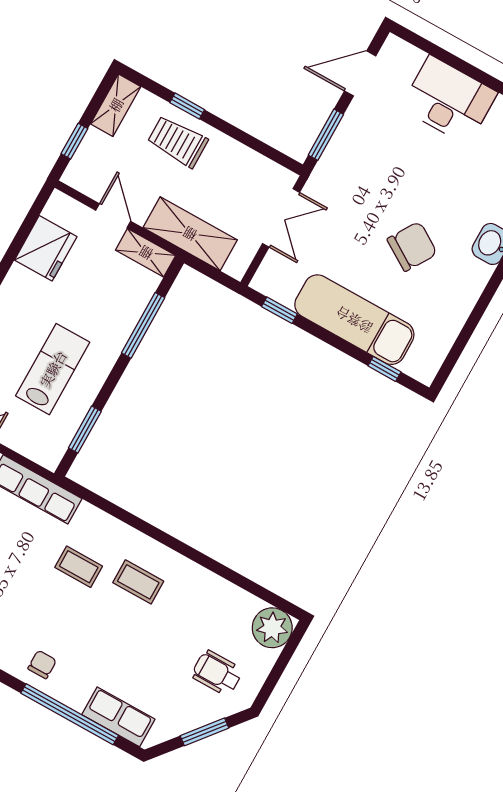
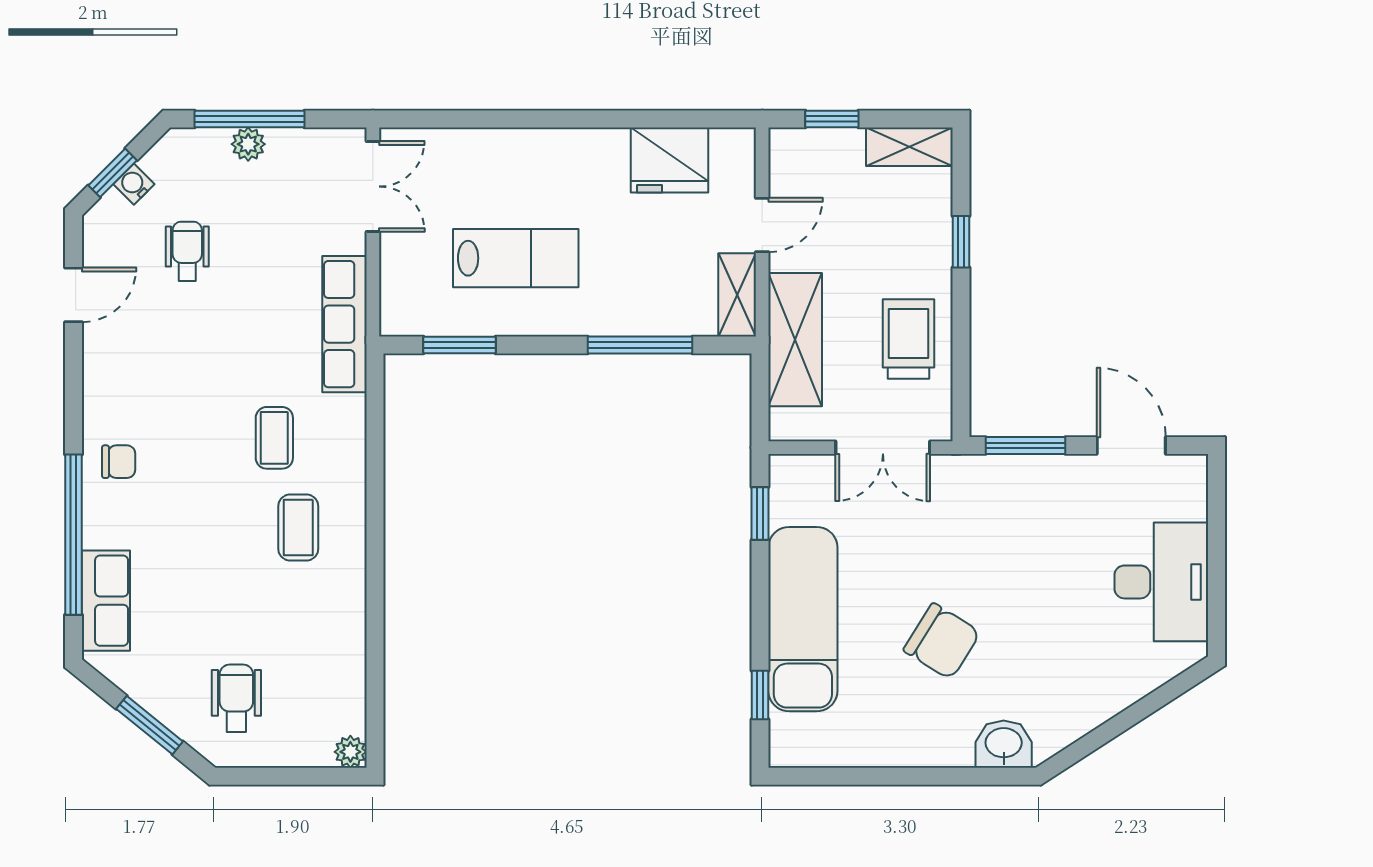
trolley: (178, 141) -> (908, 339), moved
plant: (272, 628) -> (350, 752), width x0.53, depth x0.53

